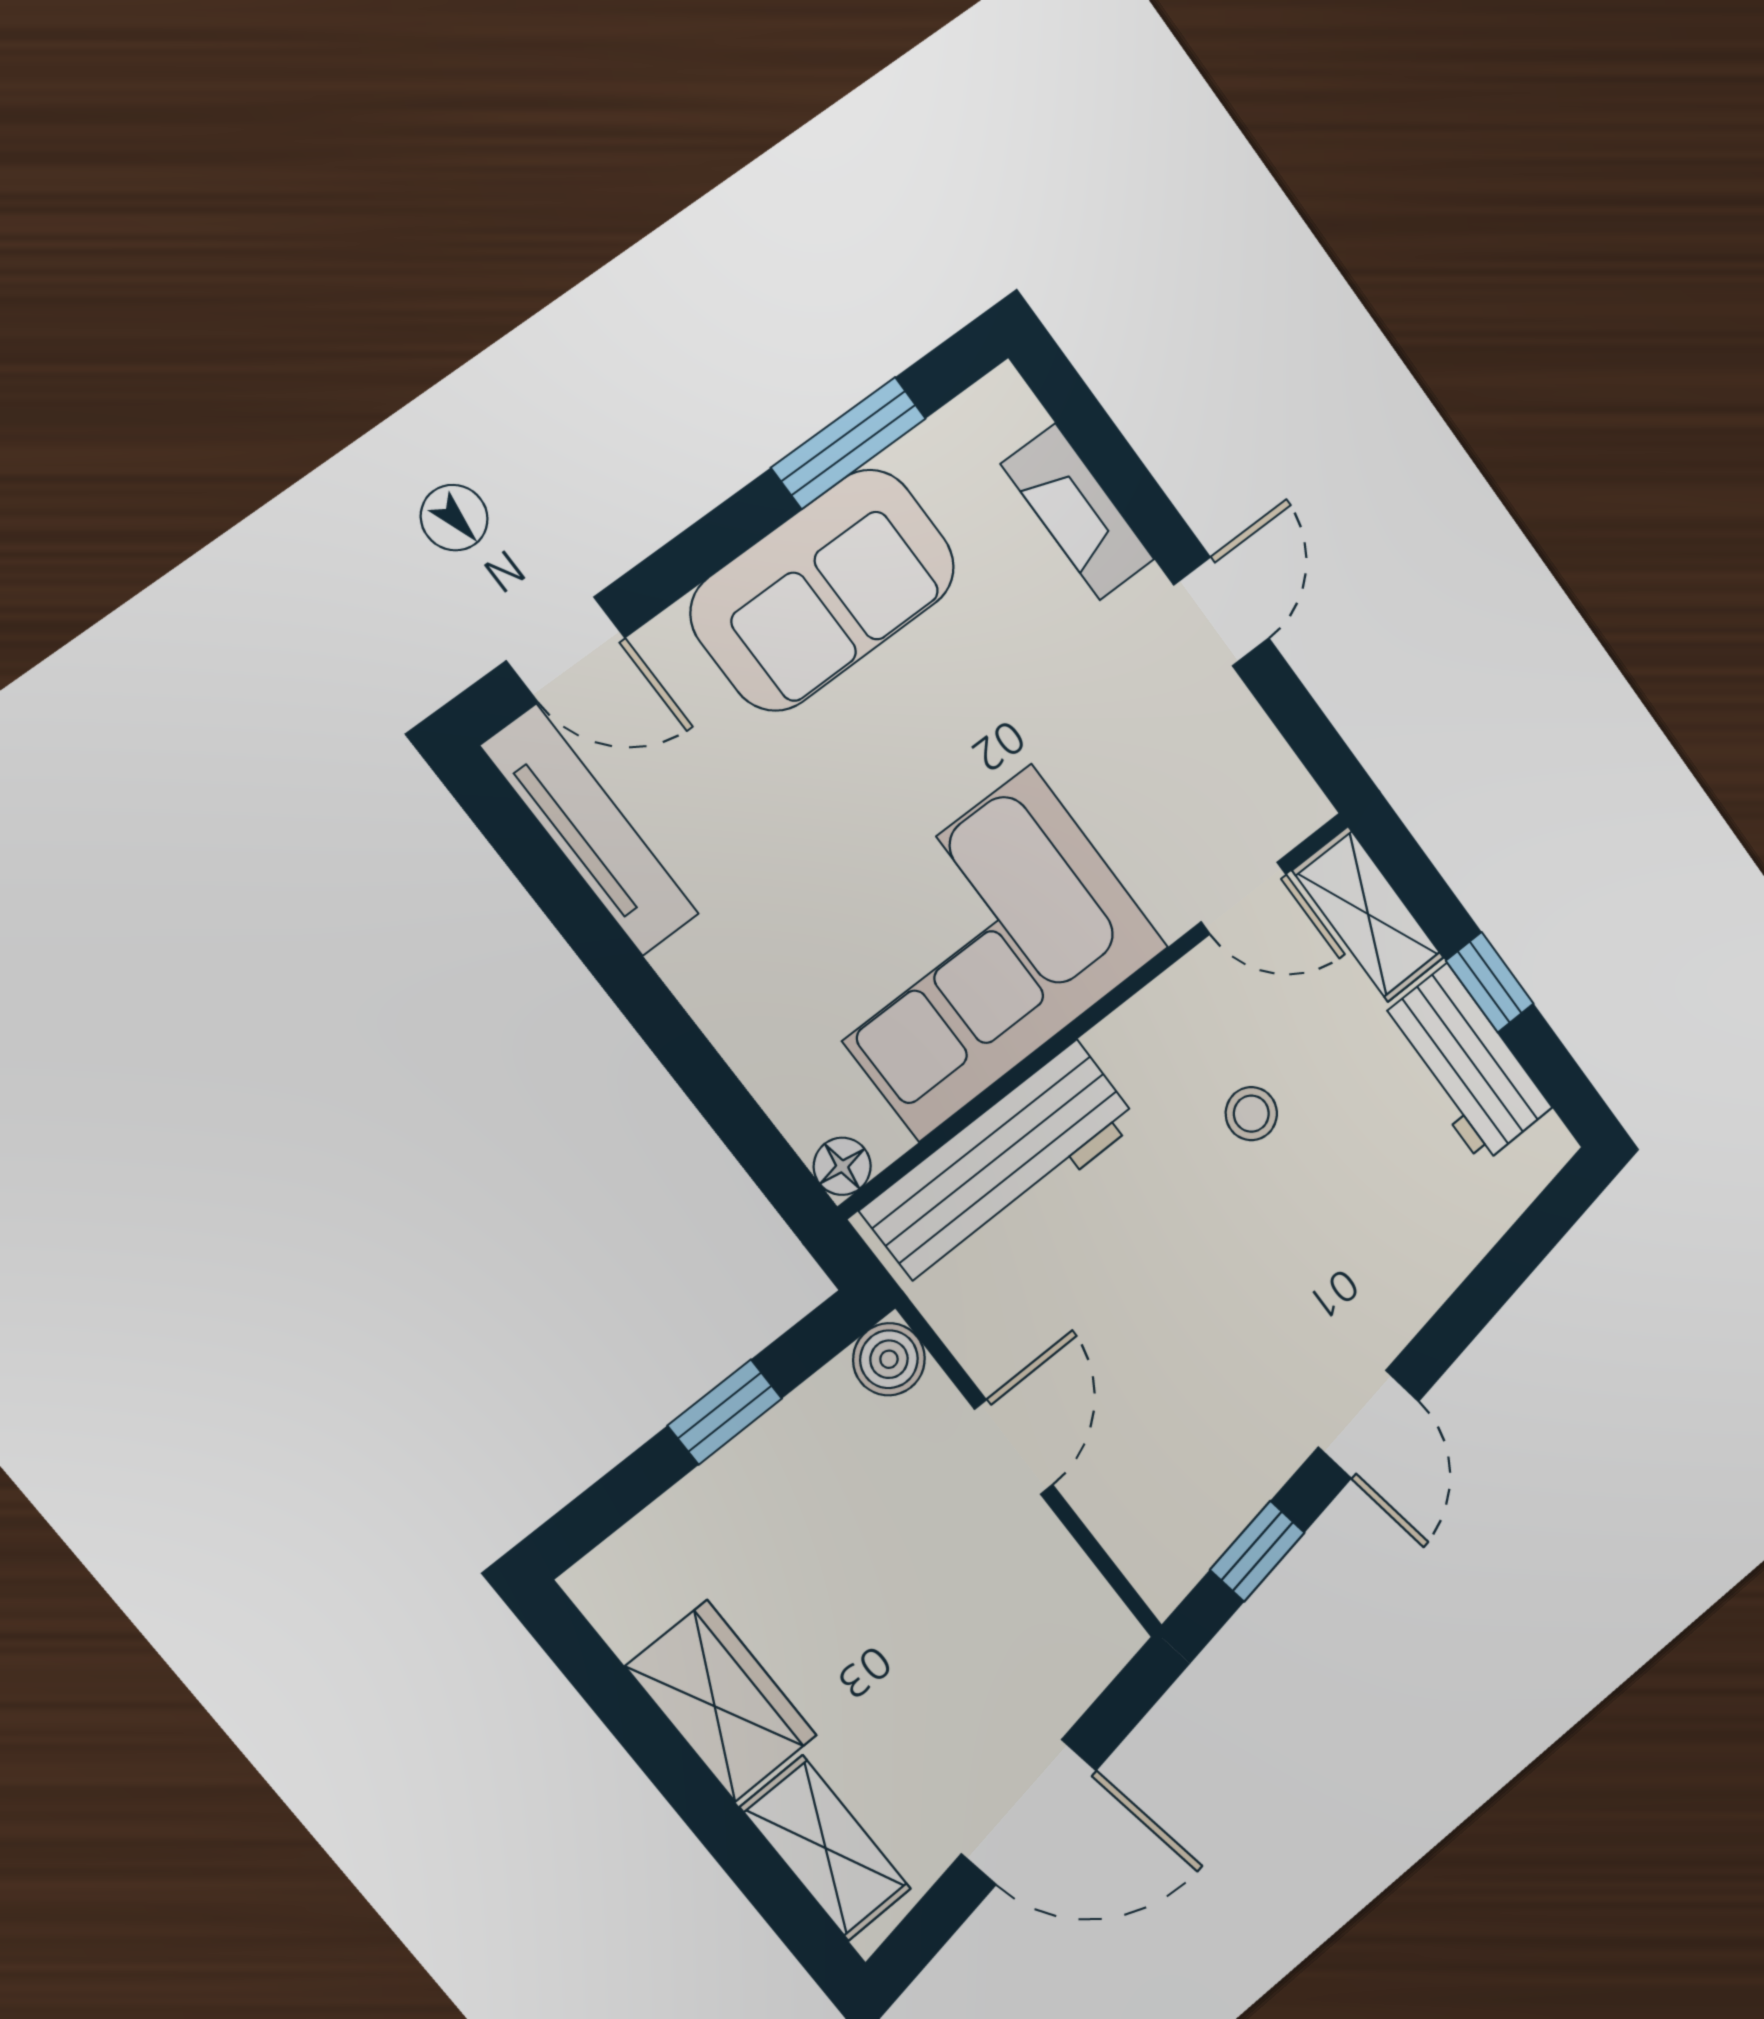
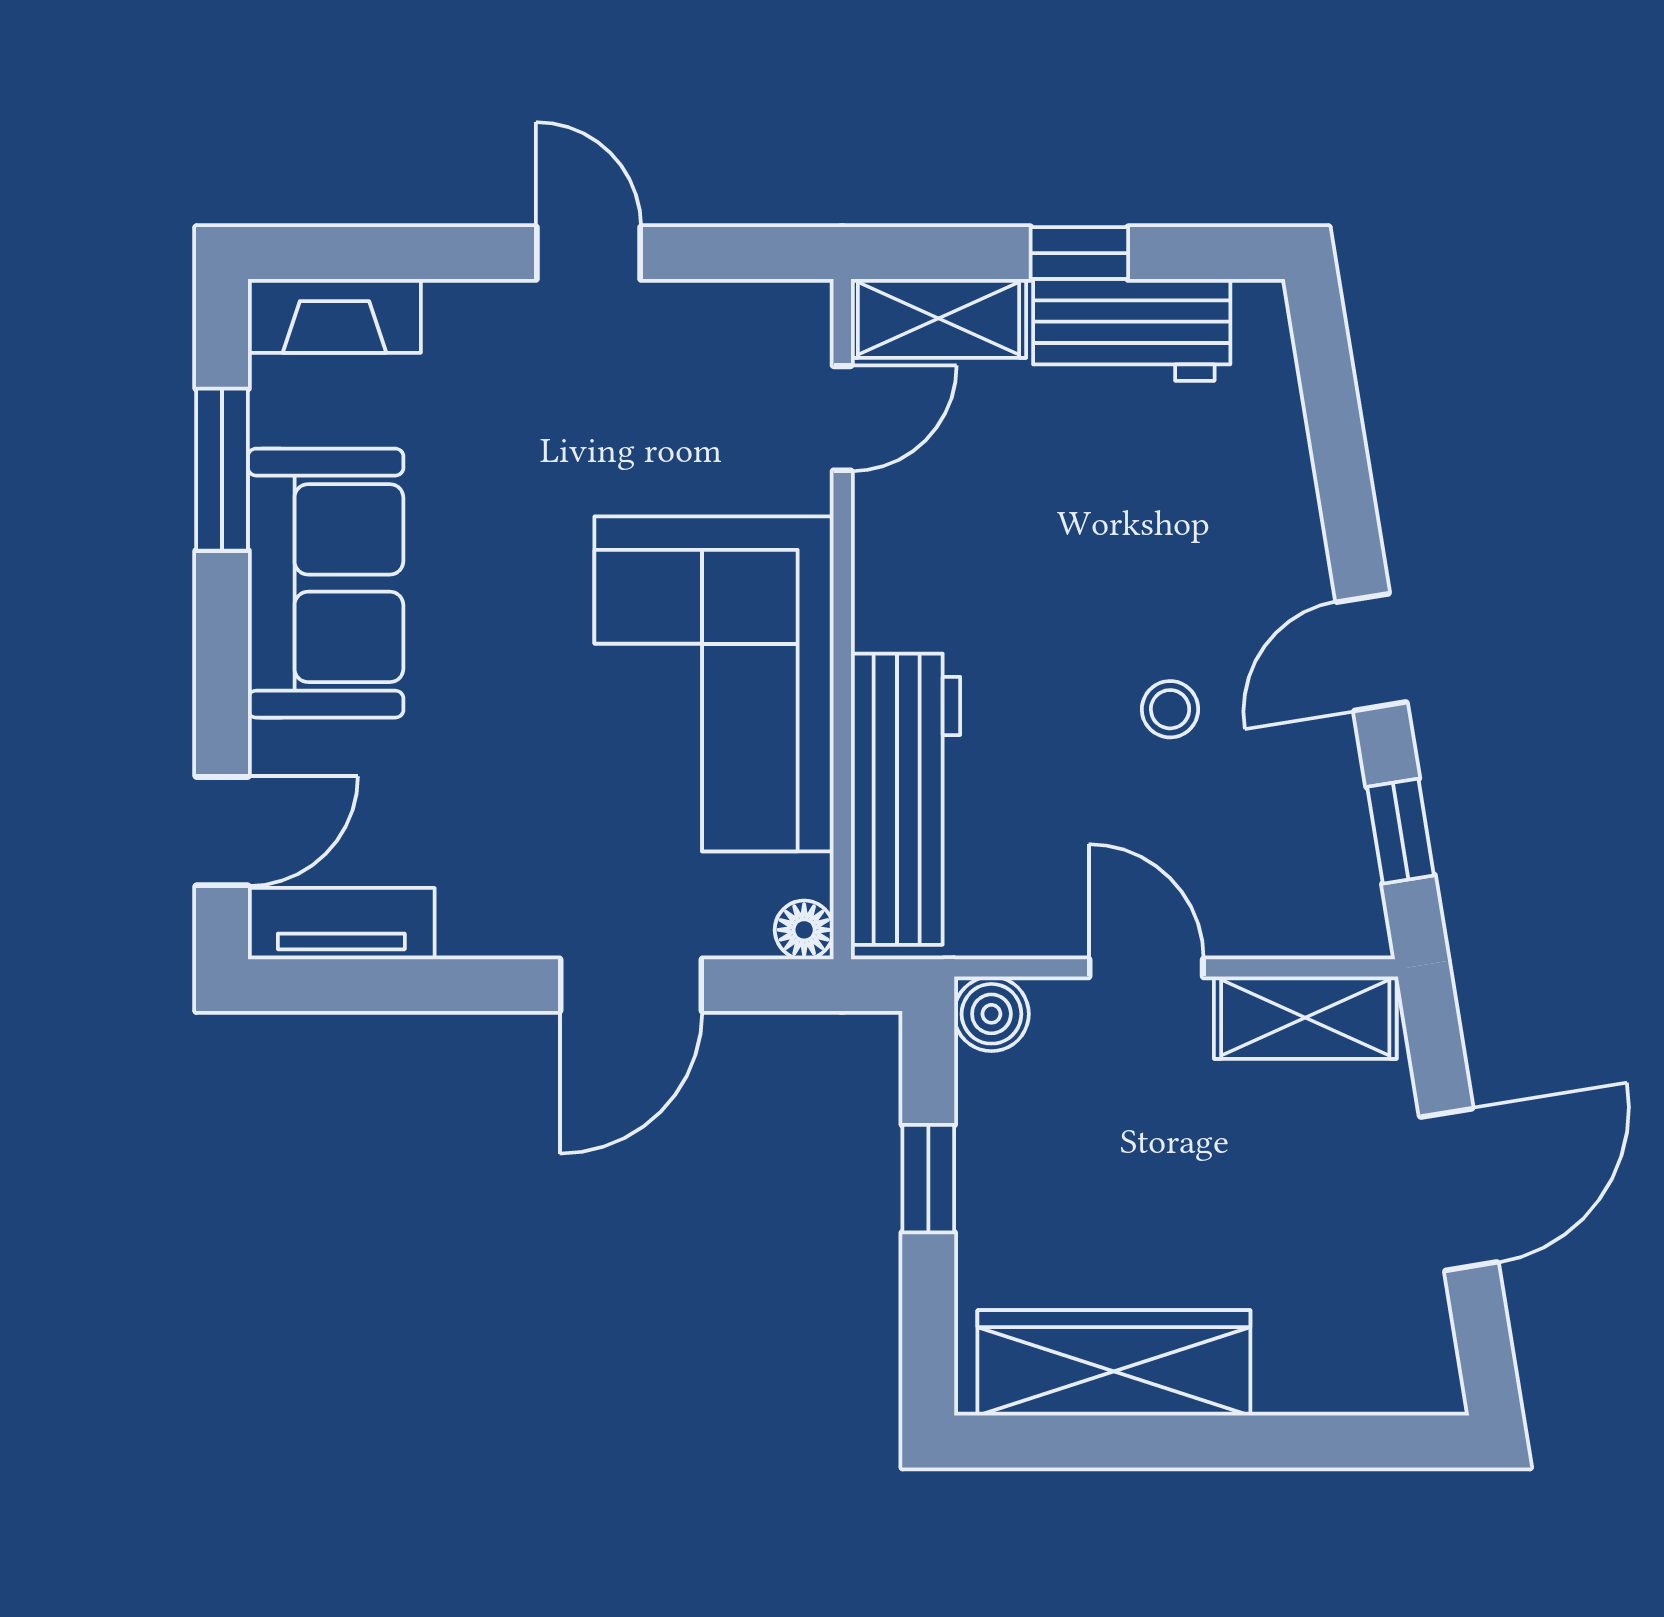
fireplace: (1078, 512) -> (334, 316), moved
tv unit: (590, 830) -> (341, 924), width x0.71
door: (696, 1065) -> (631, 985), added
stool: (1251, 1114) -> (1170, 709), moved
door: (1369, 1424) -> (1372, 652), swing flipped
wardrobe: (721, 1701) -> (1114, 1363), width x1.50
shelving: (826, 1848) -> (1305, 1018), moved

